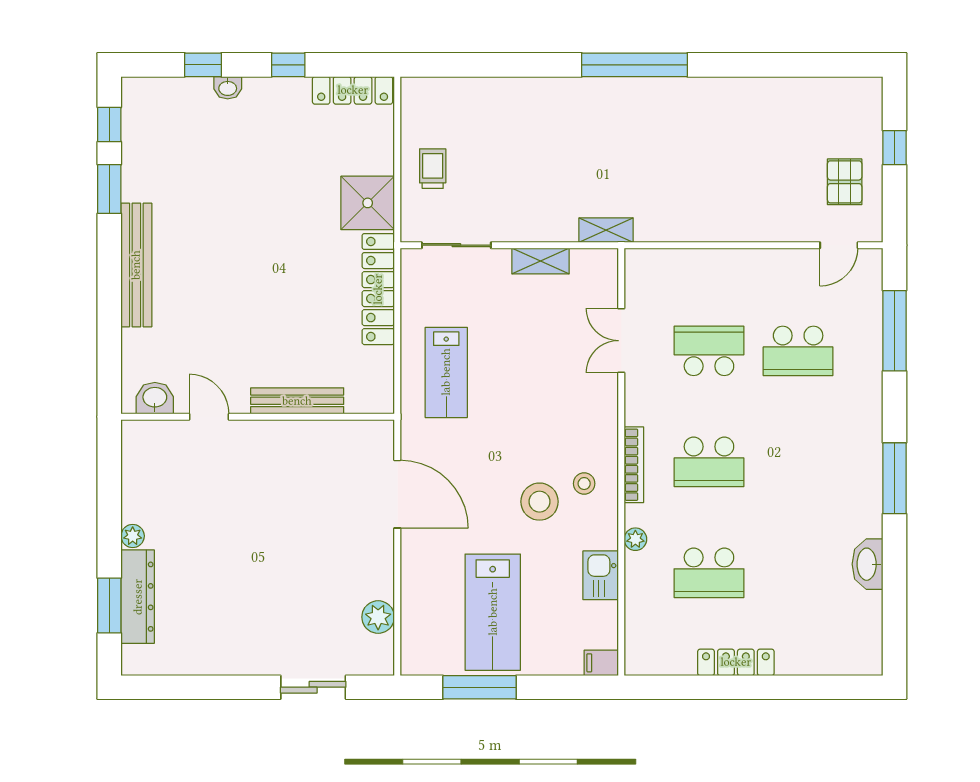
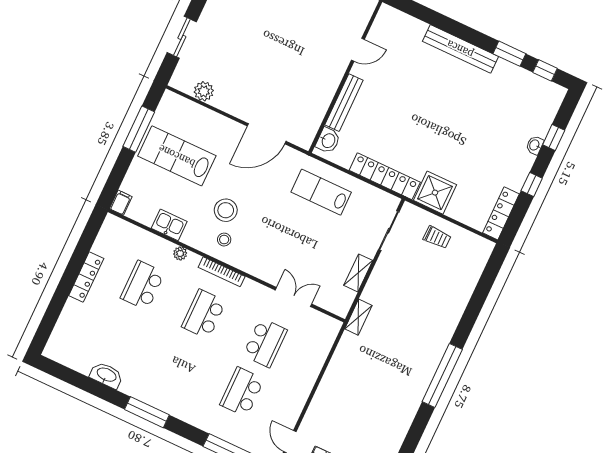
washbasin: (155, 398) -> (328, 140), moved

